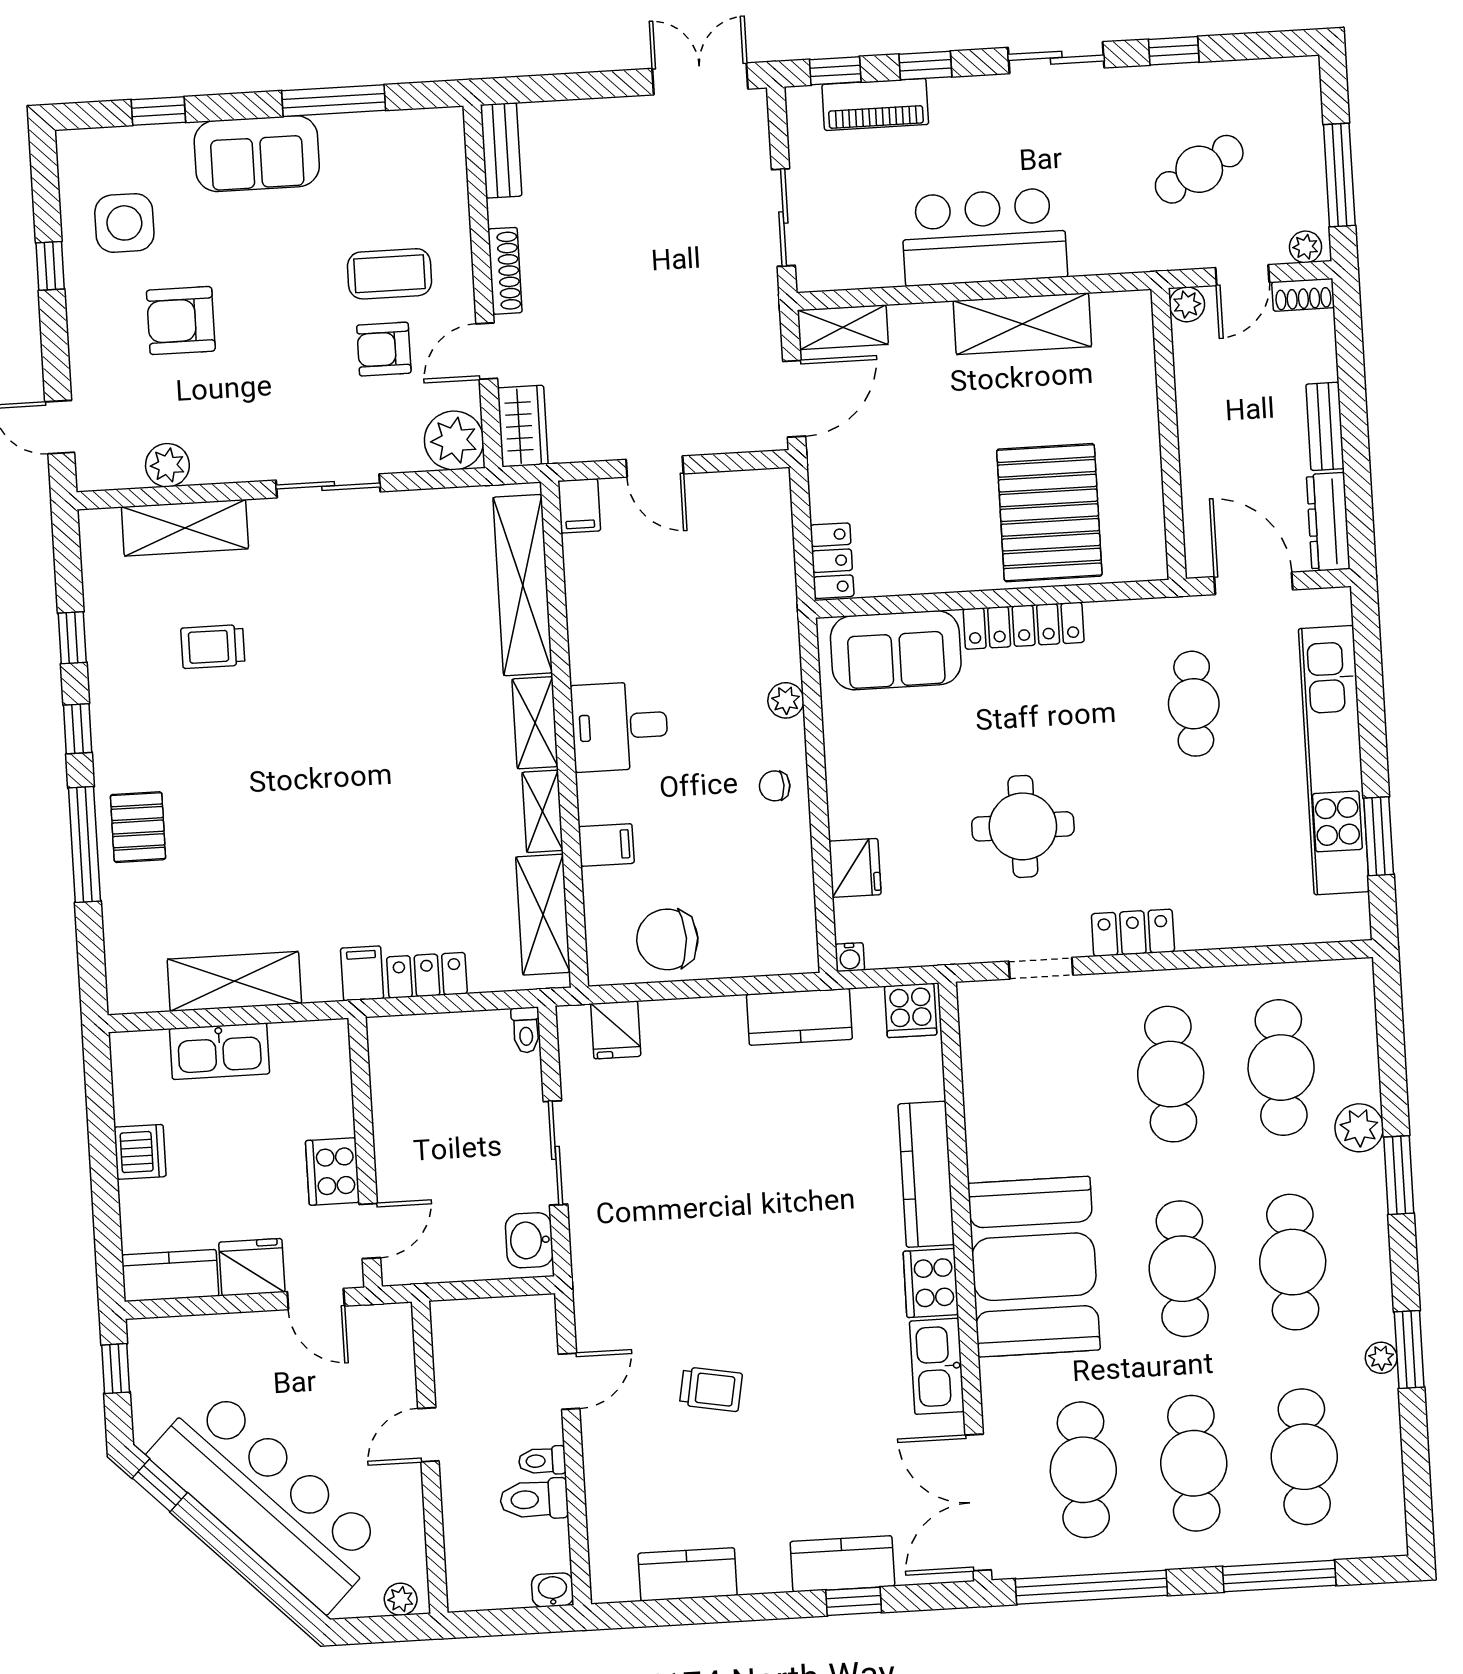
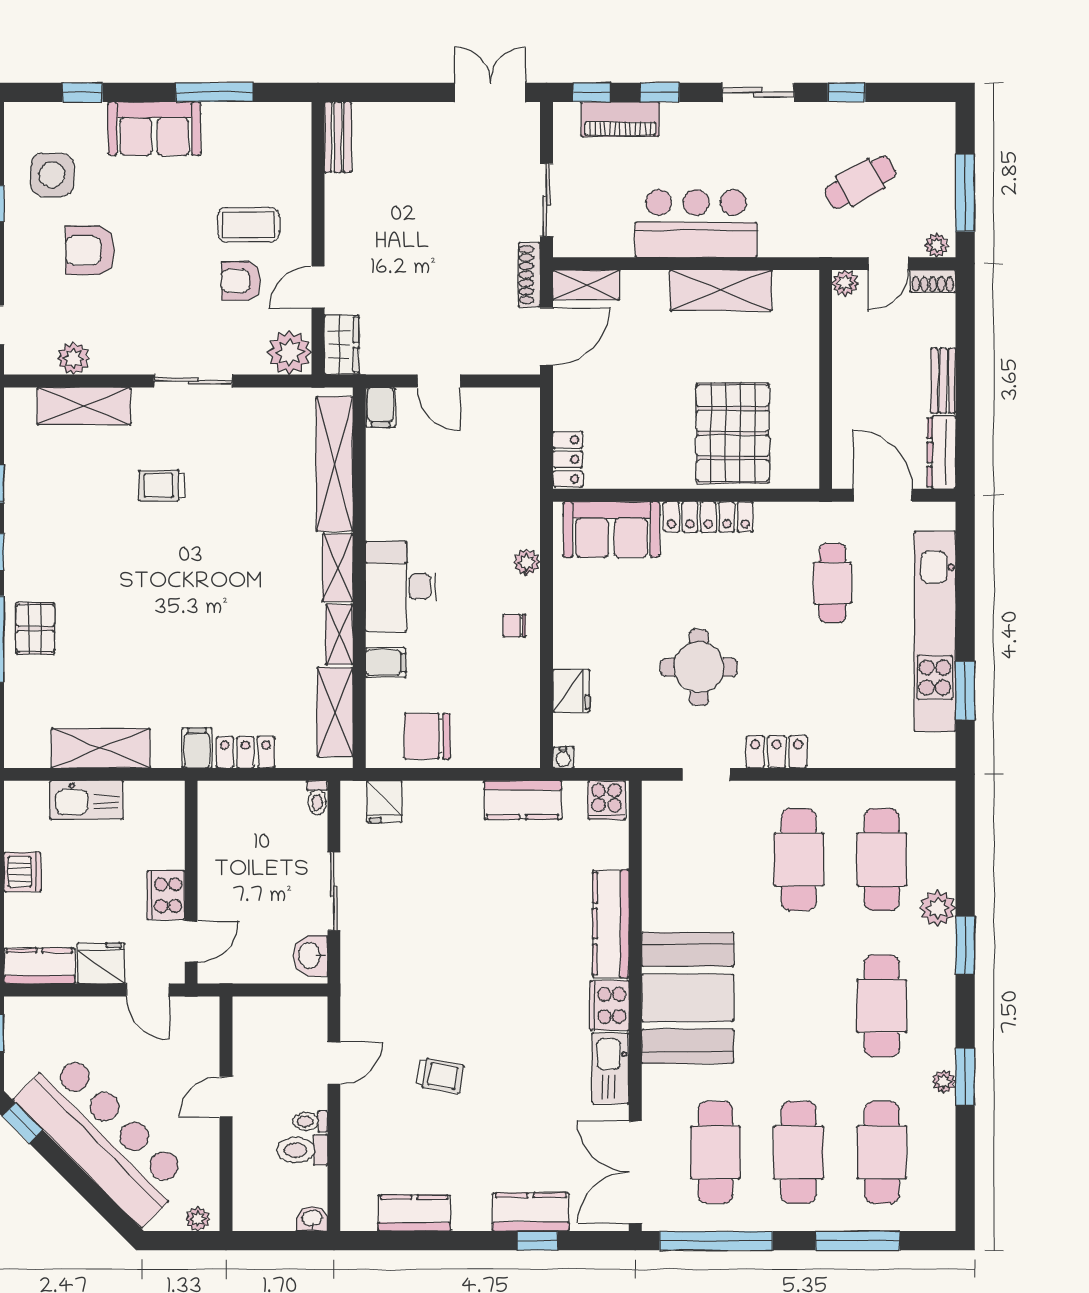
shoe rack: (505, 271) -> (529, 275), moved, turned 180
trolley: (213, 647) -> (162, 486), moved
desk: (620, 726) -> (401, 586), width x1.37
cafe table: (1182, 1269) -> (799, 1006), removed

